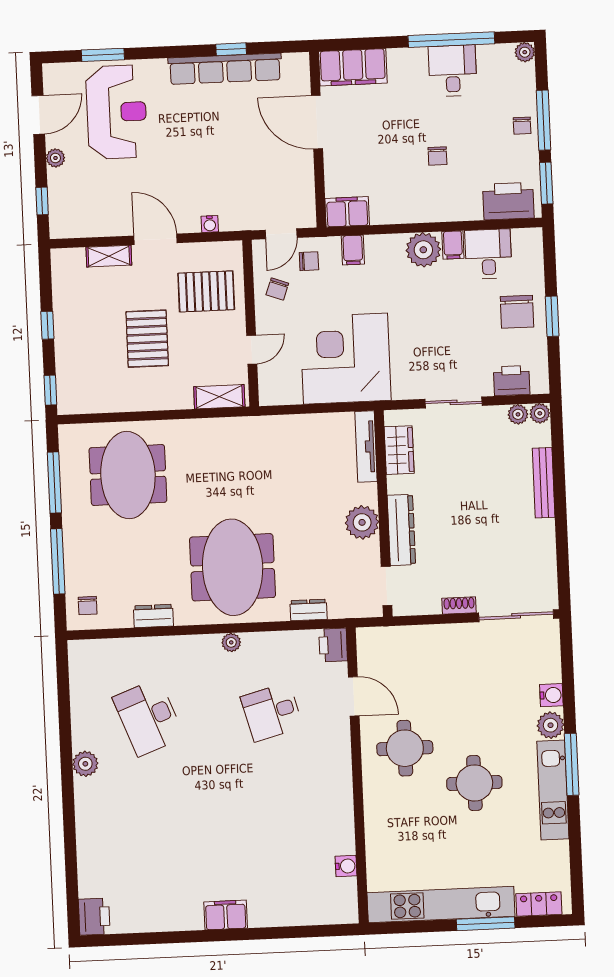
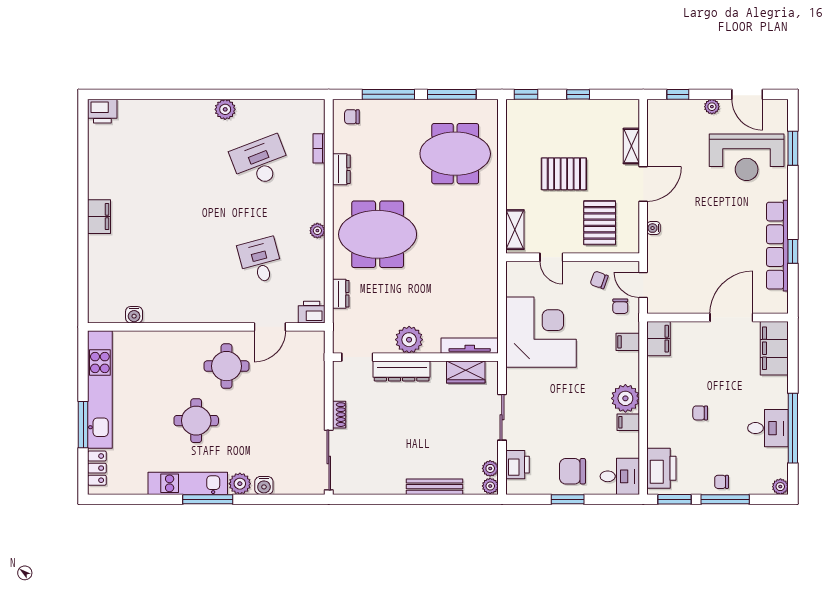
desk: (488, 254) -> (620, 476), moved
bookcase: (129, 645) -> (319, 148), added

